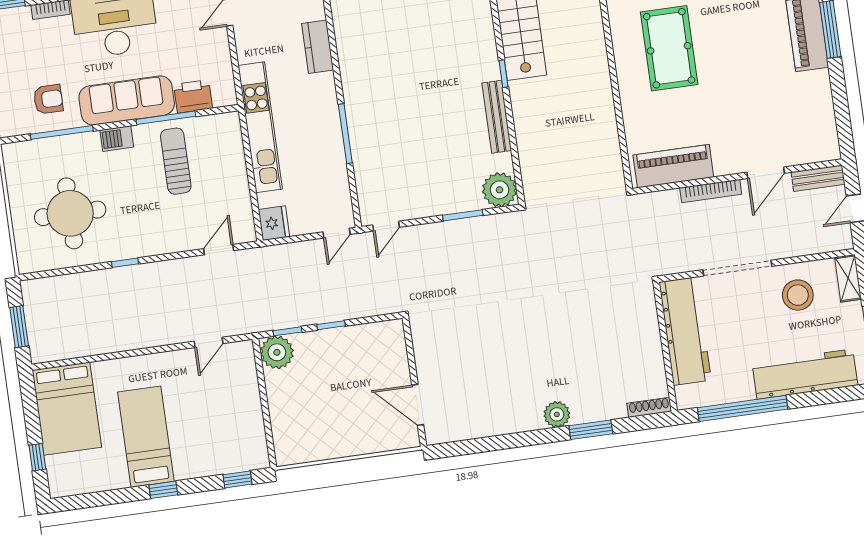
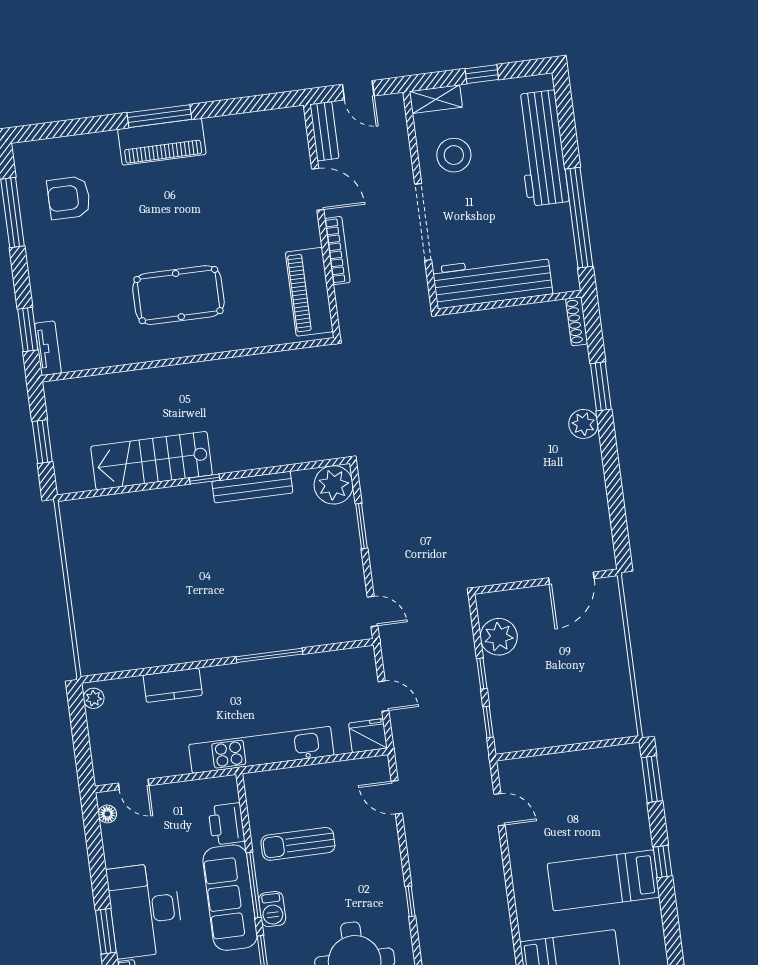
window: (166, 118) -> (254, 885), moved
door: (337, 233) -> (384, 696), moved
plant: (277, 352) -> (499, 637), moved
window: (237, 479) -> (652, 779), width x1.50

